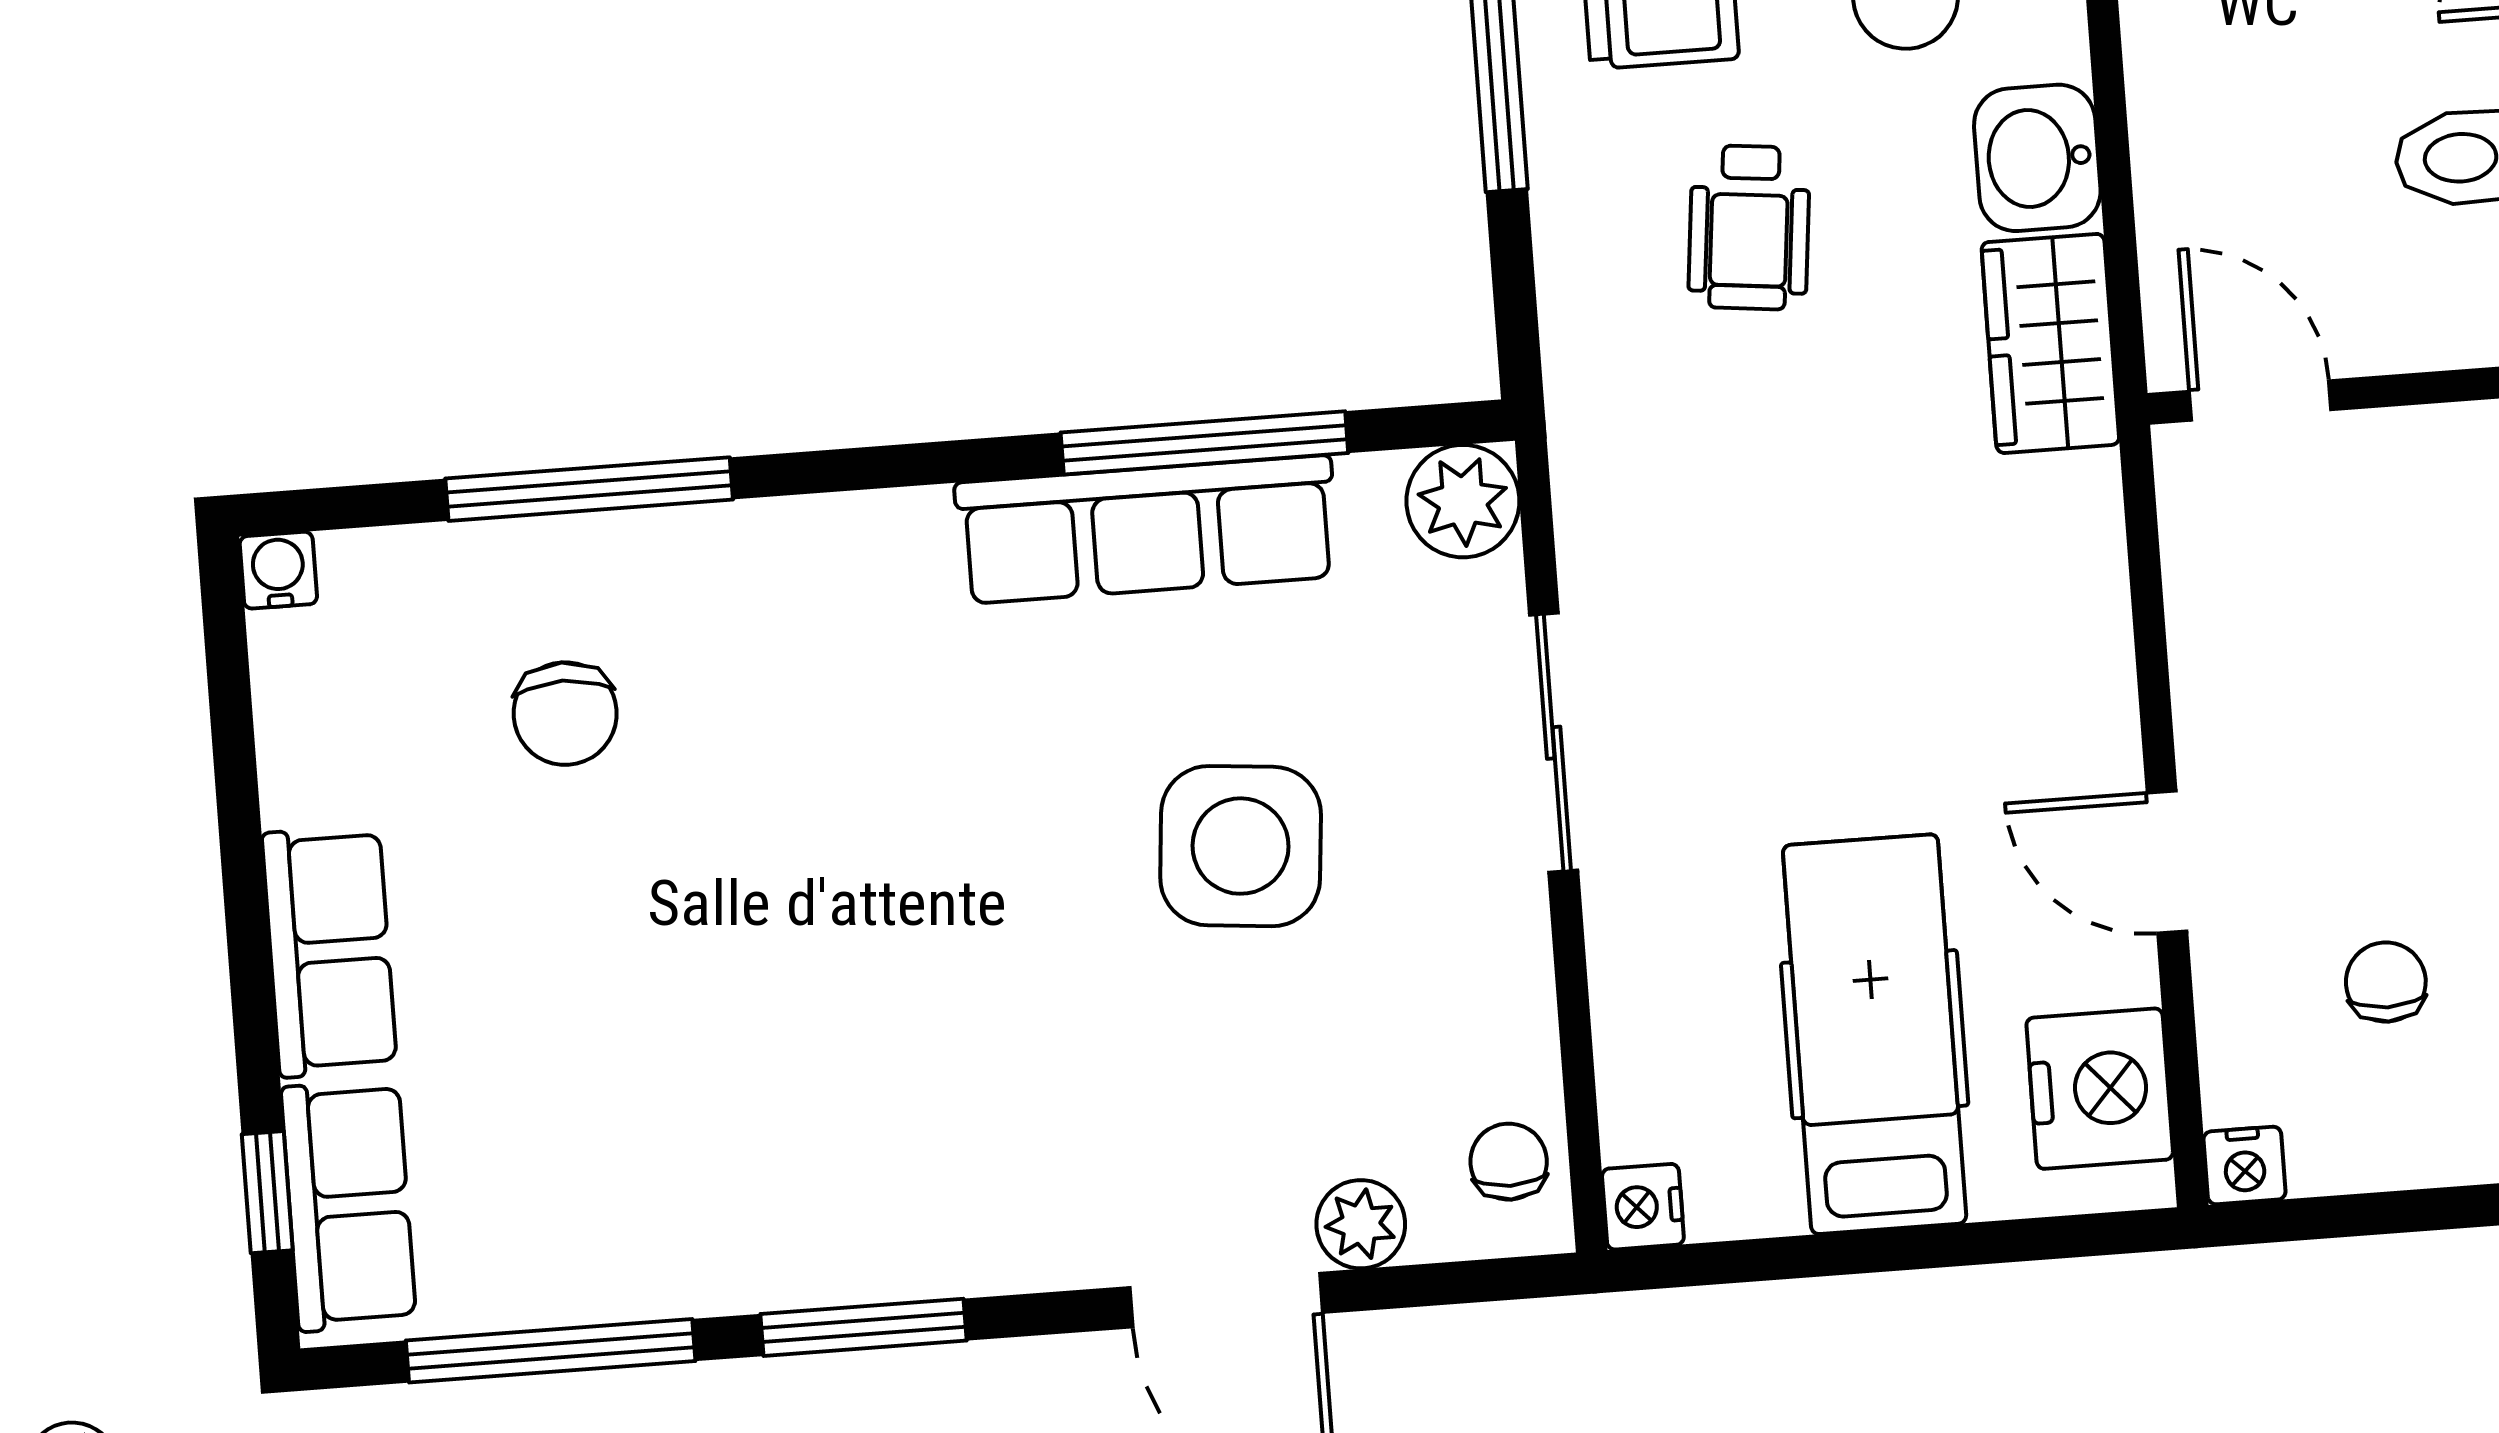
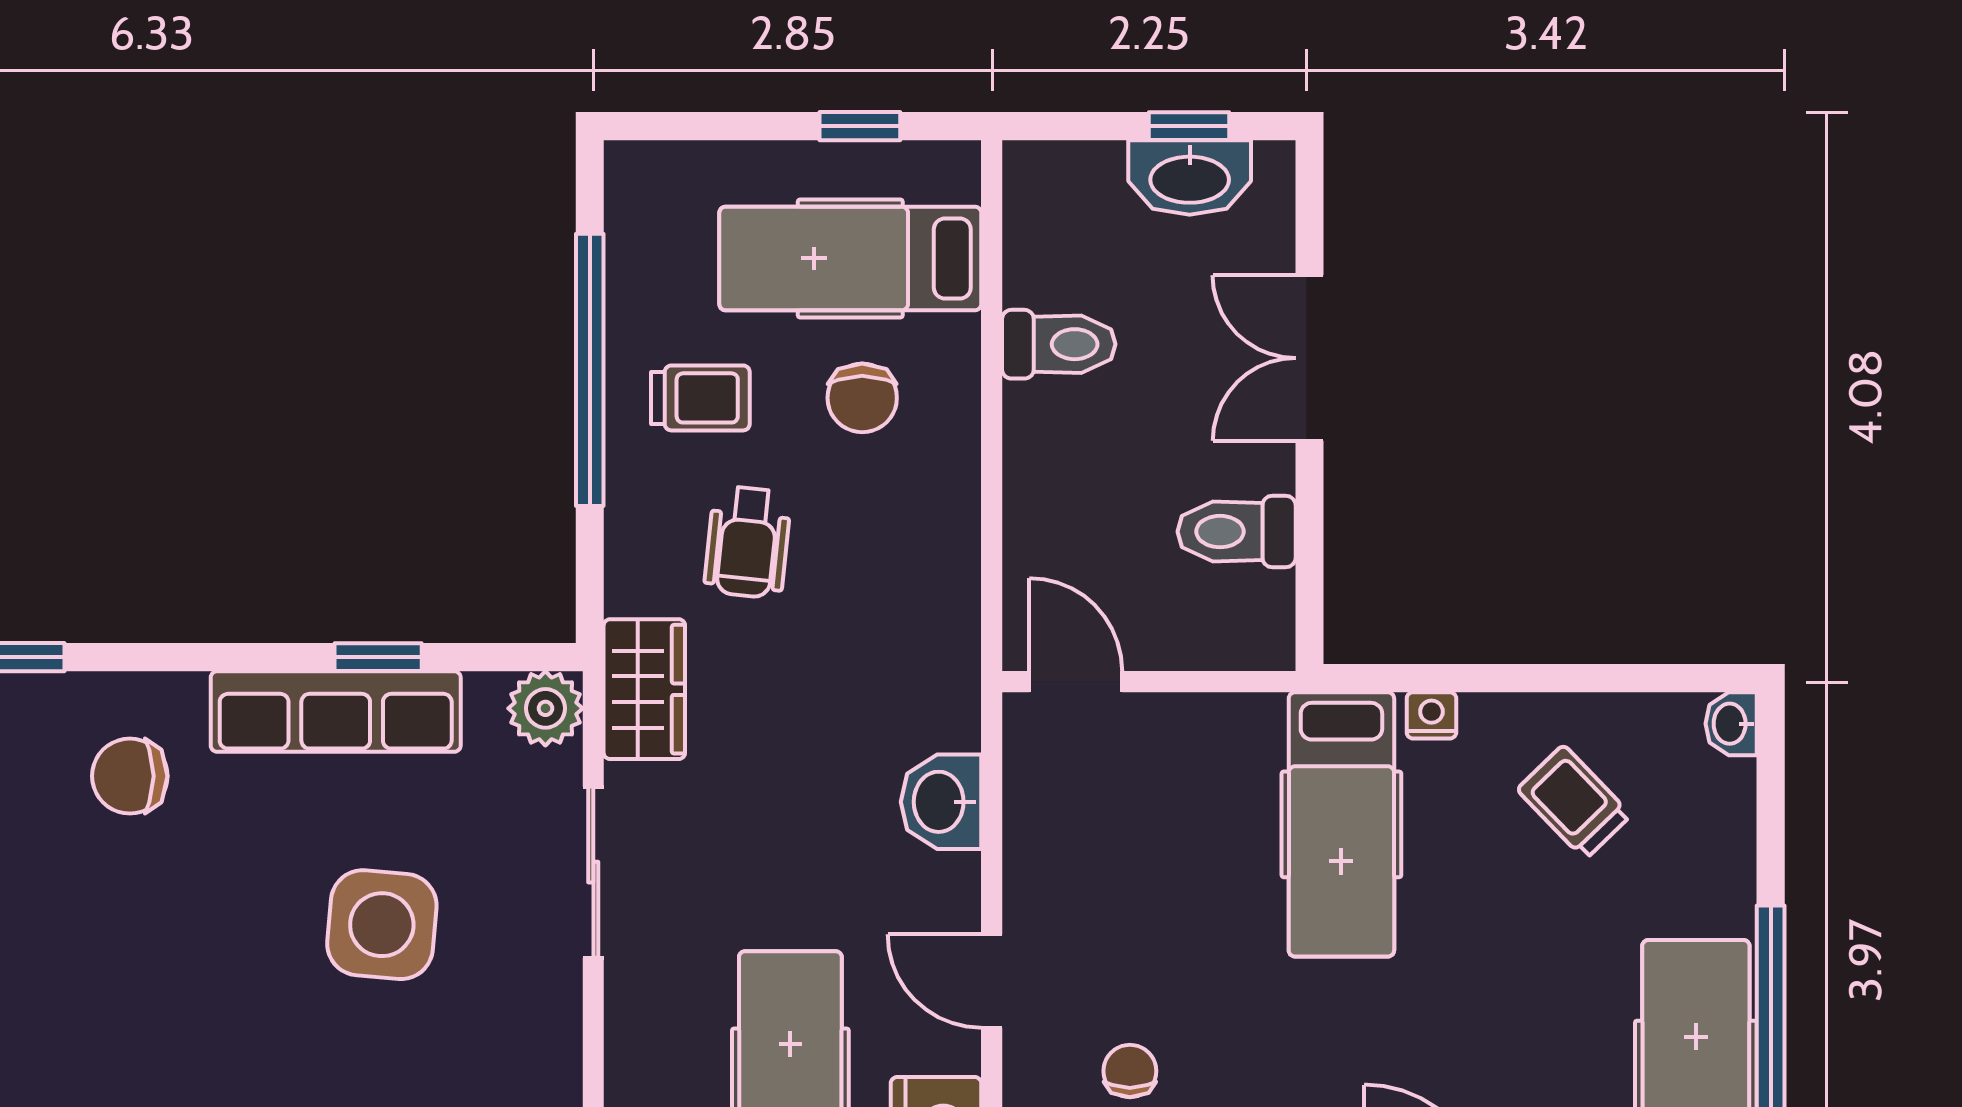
washbasin: (2037, 158) -> (941, 802), moved
wardrobe: (2050, 343) -> (644, 689), moved, turned 180
window: (1204, 443) -> (378, 657), width x0.46
chair: (843, 650) -> (130, 776), added

